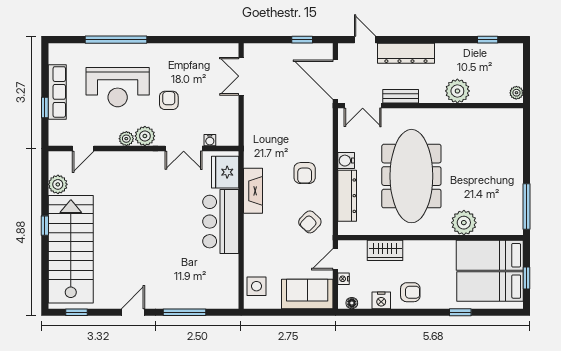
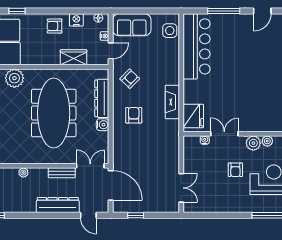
plant: (457, 91) -> (23, 173), width x0.53, depth x0.53
bar counter: (221, 222) -> (197, 46), moved, width x1.36

